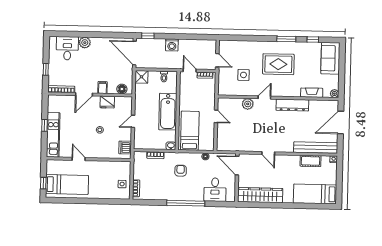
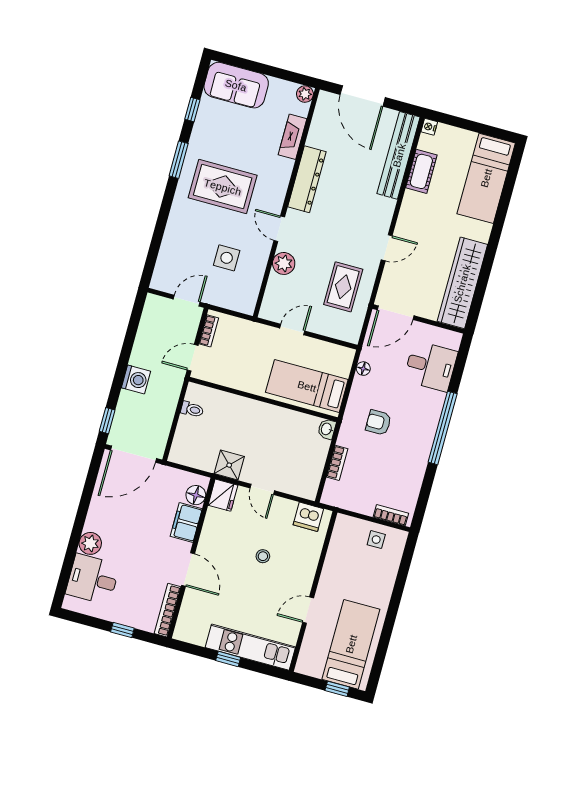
rug: (278, 64) -> (223, 187), turned 90
shower: (141, 77) -> (229, 465), moved
filing cabinet: (103, 88) -> (186, 523), width x2.00
fridge: (107, 102) -> (223, 495), moved
bathtub: (168, 112) -> (261, 419), removed
rug: (244, 136) -> (343, 287), added

